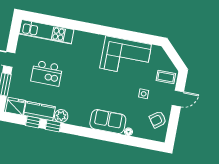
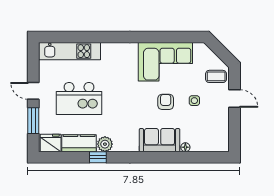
kitchen island: (47, 73) -> (79, 98), width x1.37, depth x1.28
door: (178, 99) -> (234, 98), hinge flipped
armchair: (158, 120) -> (166, 102), moved, turned 127
window: (33, 122) -> (74, 157), removed

